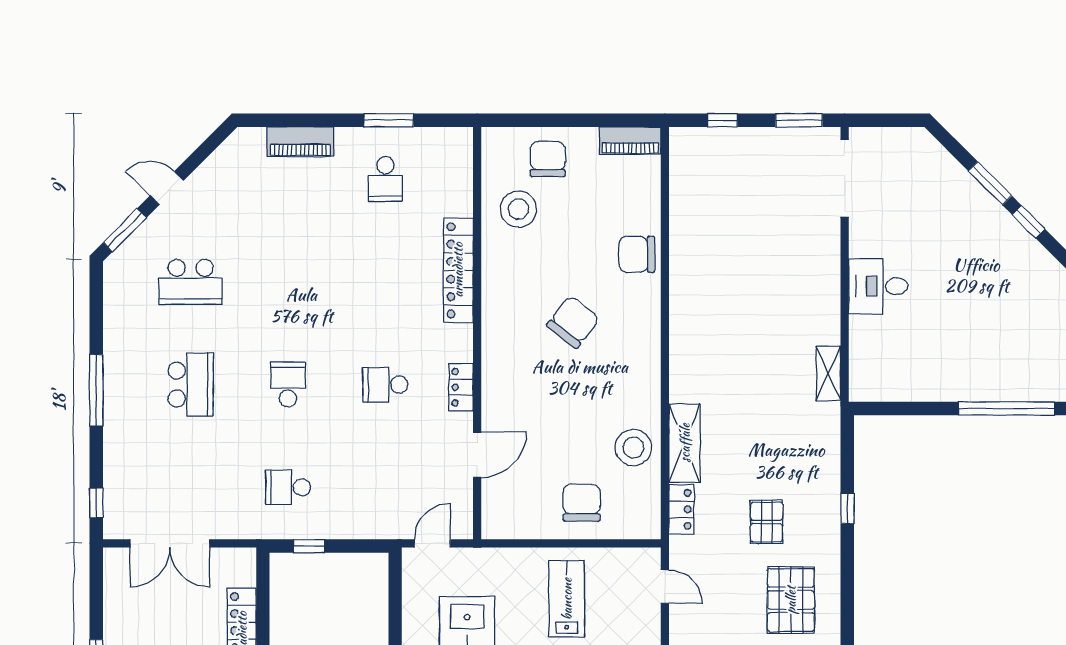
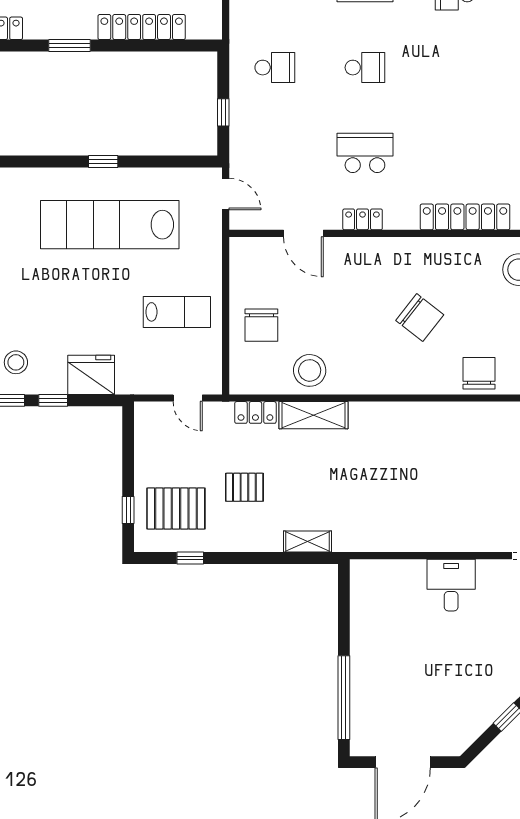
shelving: (829, 373) -> (308, 542), moved
school desk: (385, 385) -> (365, 153), width x1.85
school desk: (288, 487) -> (275, 68), turned 90
chair: (582, 503) -> (261, 325), turned 90
window: (847, 508) -> (190, 558), moved
window: (309, 546) -> (223, 112), moved
door: (665, 587) -> (188, 398), hinge flipped

